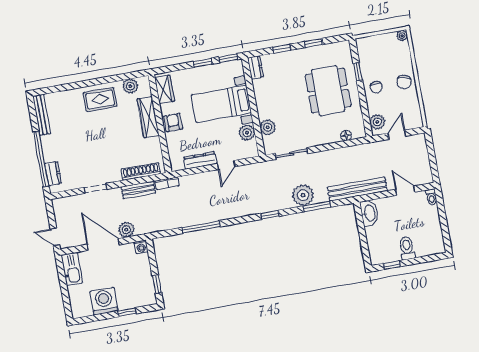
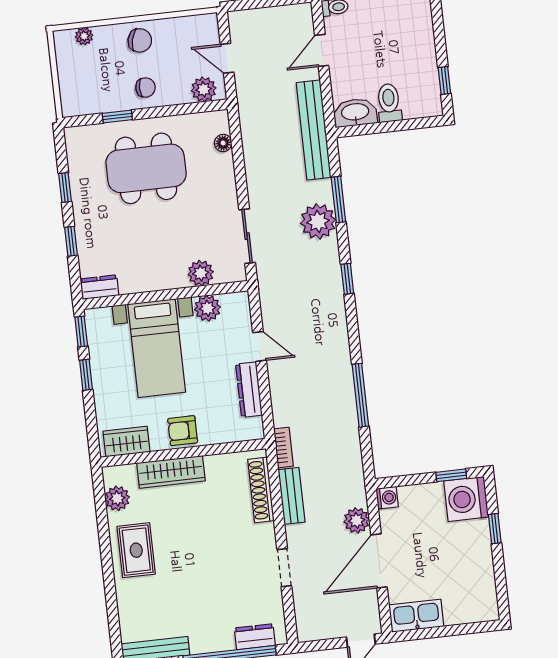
plant: (402, 36) -> (84, 36), moved
toilet: (407, 248) -> (389, 103), moved, turned 90
washing machine: (104, 301) -> (466, 499), moved

